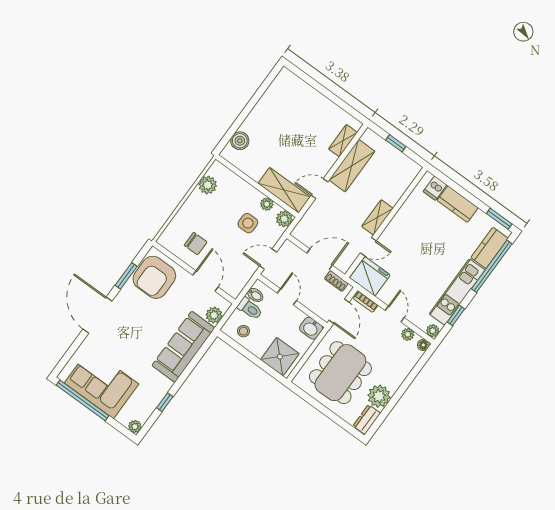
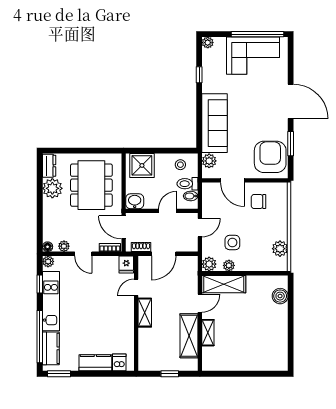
shelving: (343, 141) -> (208, 333), moved
fridge: (370, 276) -> (126, 265), width x0.53, depth x0.75
door: (287, 297) -> (168, 211), swing flipped

